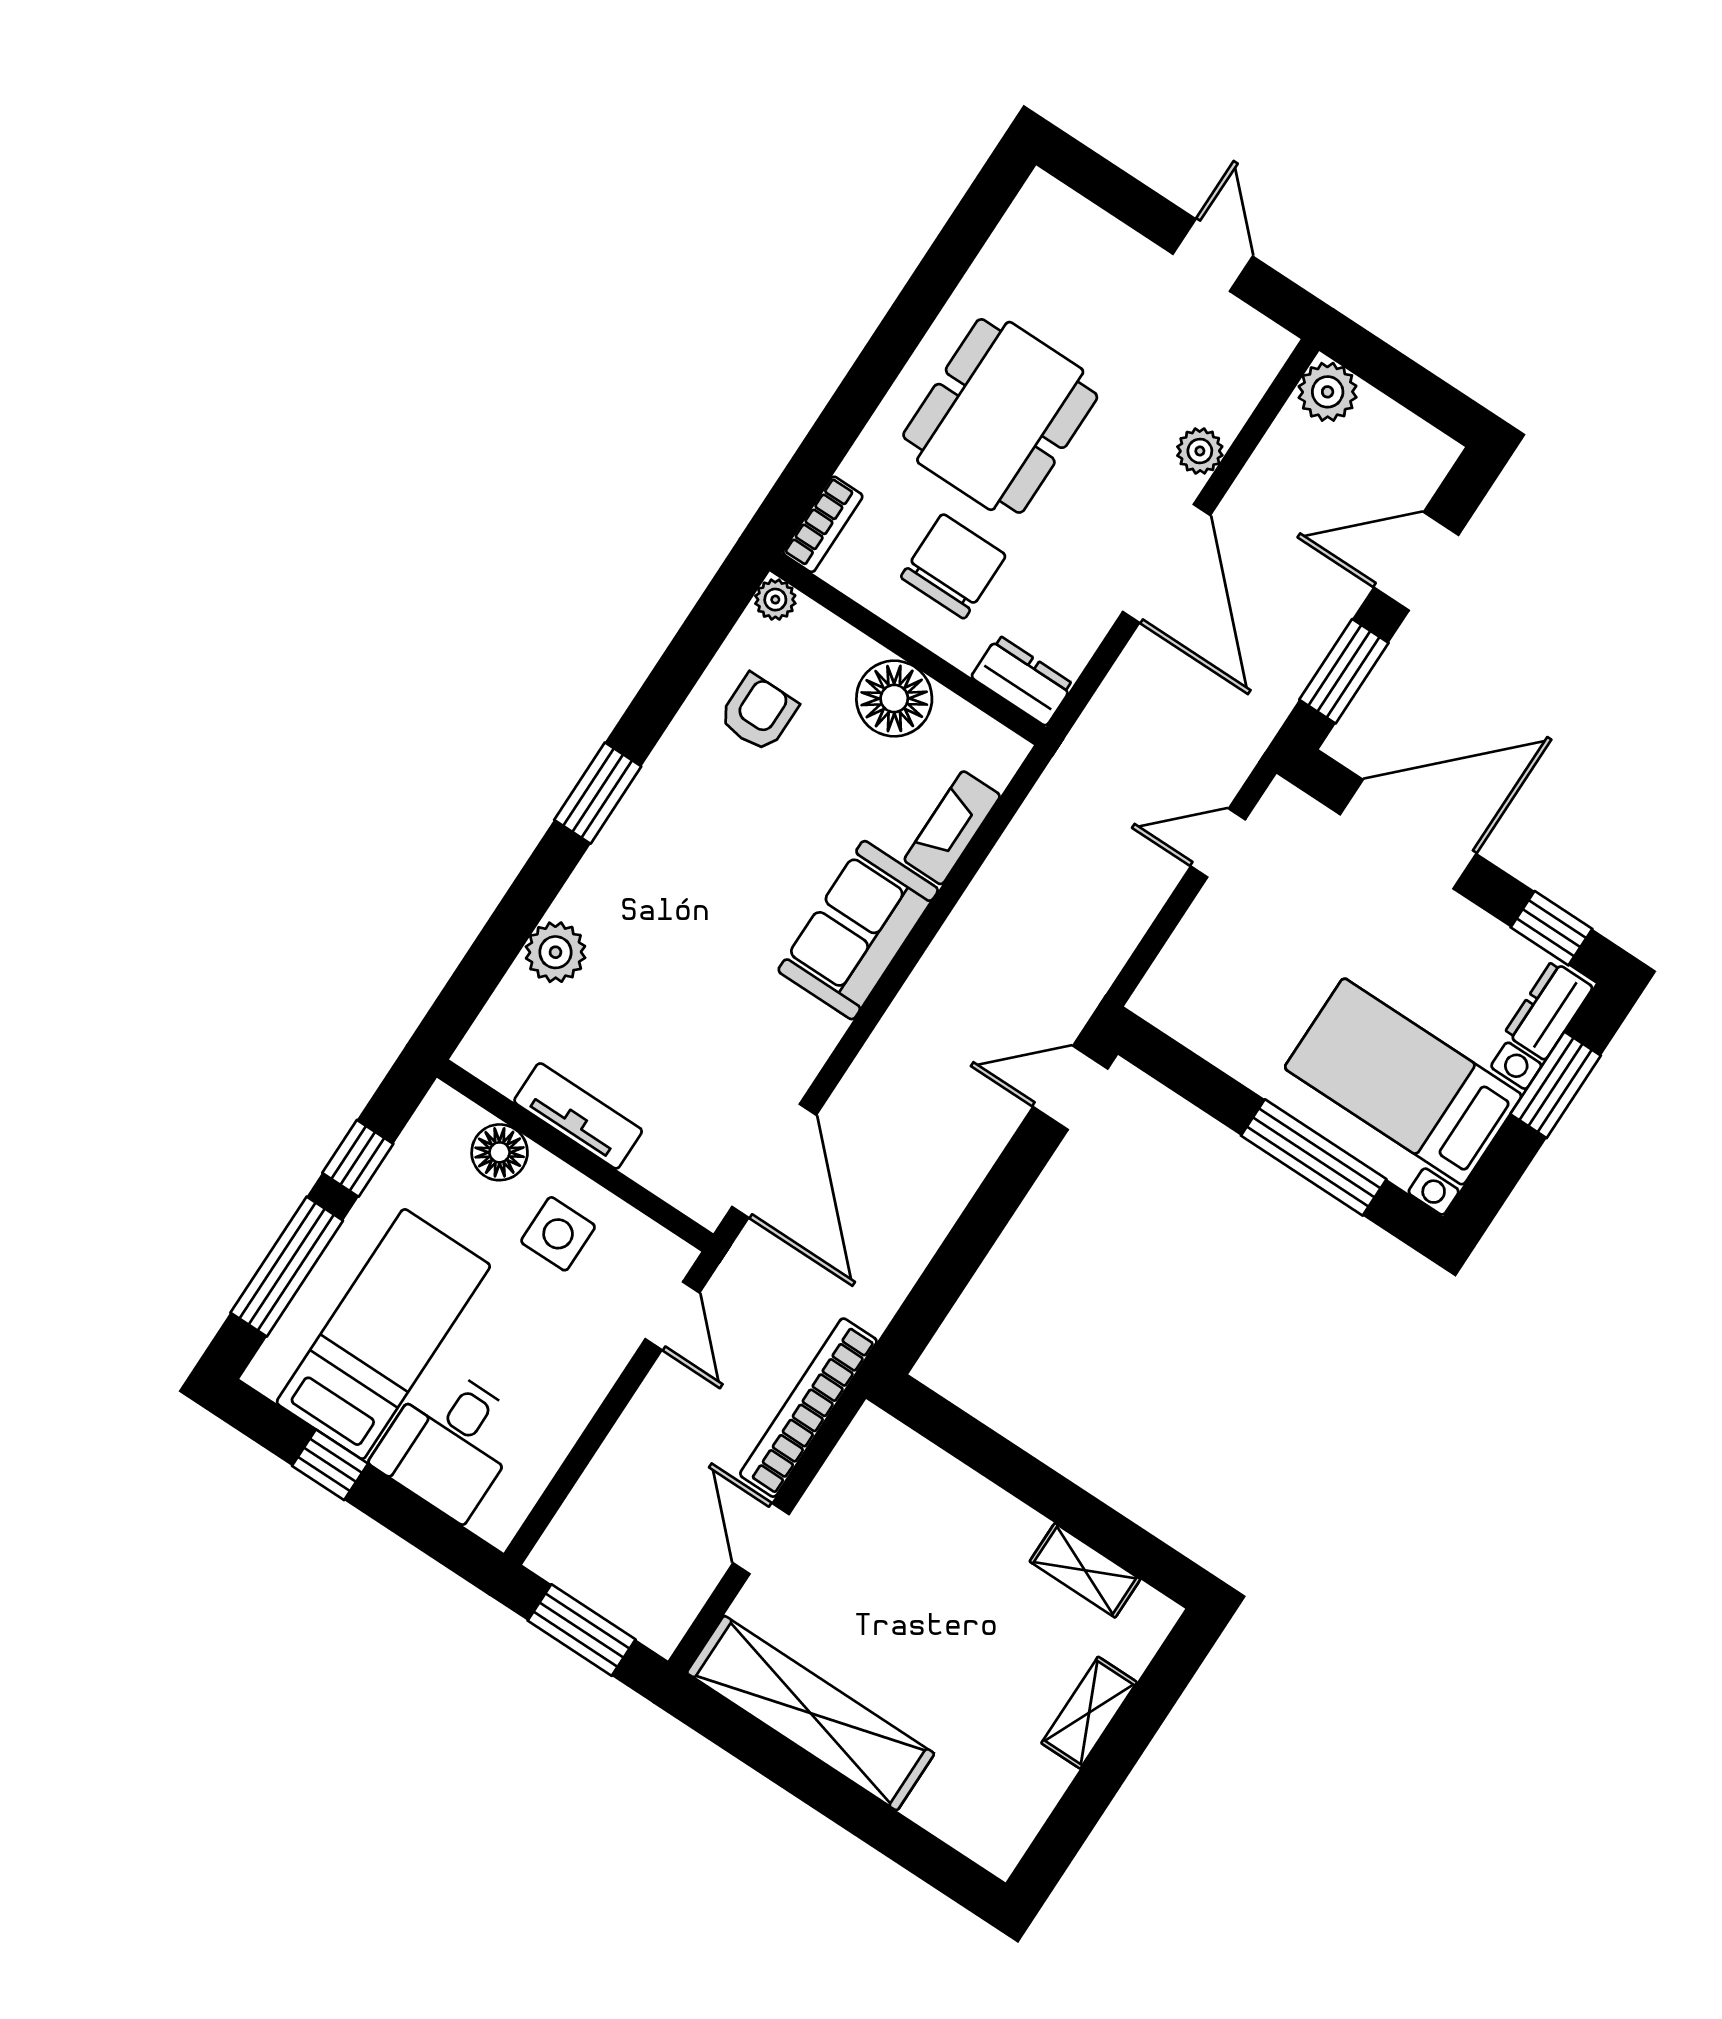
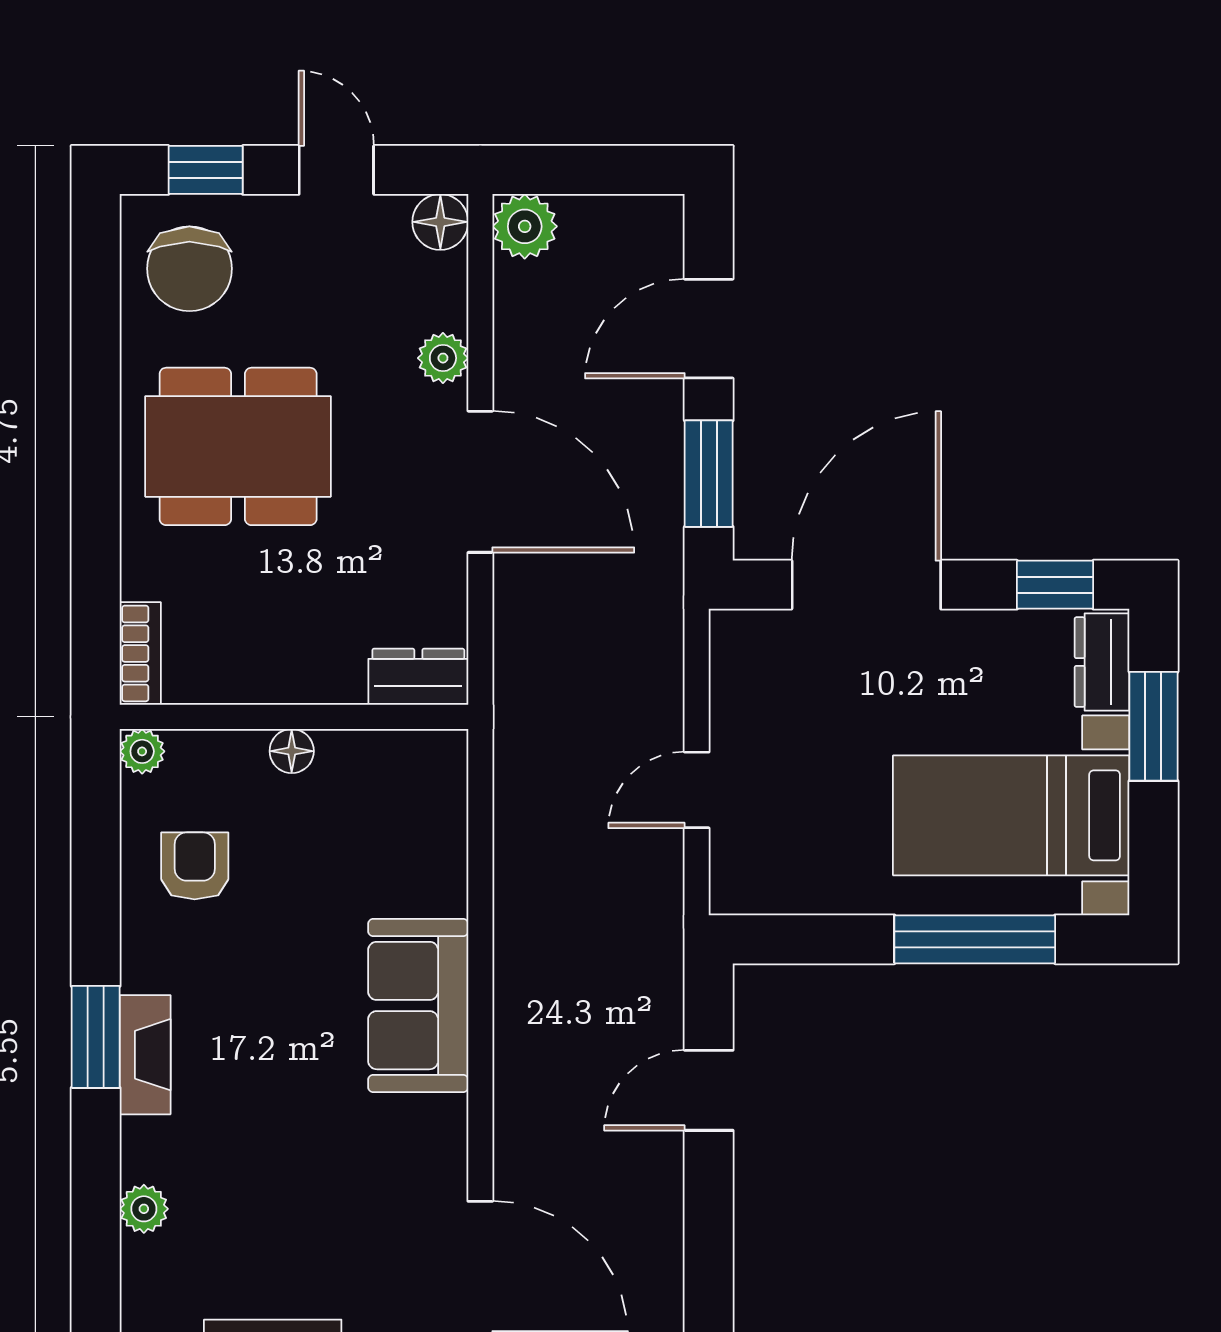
window: (1113, 190) -> (206, 170), added
floor lamp: (1266, 346) -> (440, 222), added
dining table: (1000, 416) -> (238, 446), turned 90
chair: (953, 566) -> (189, 269), moved, turned 180
floor lamp: (894, 698) -> (292, 751), width x0.53, depth x0.53
fireplace: (952, 828) -> (145, 1055), moved, turned 180
door: (1218, 843) -> (697, 790), moved
plant: (555, 952) -> (144, 1209), width x0.73, depth x0.73
door: (1070, 1088) -> (709, 1090), moved

